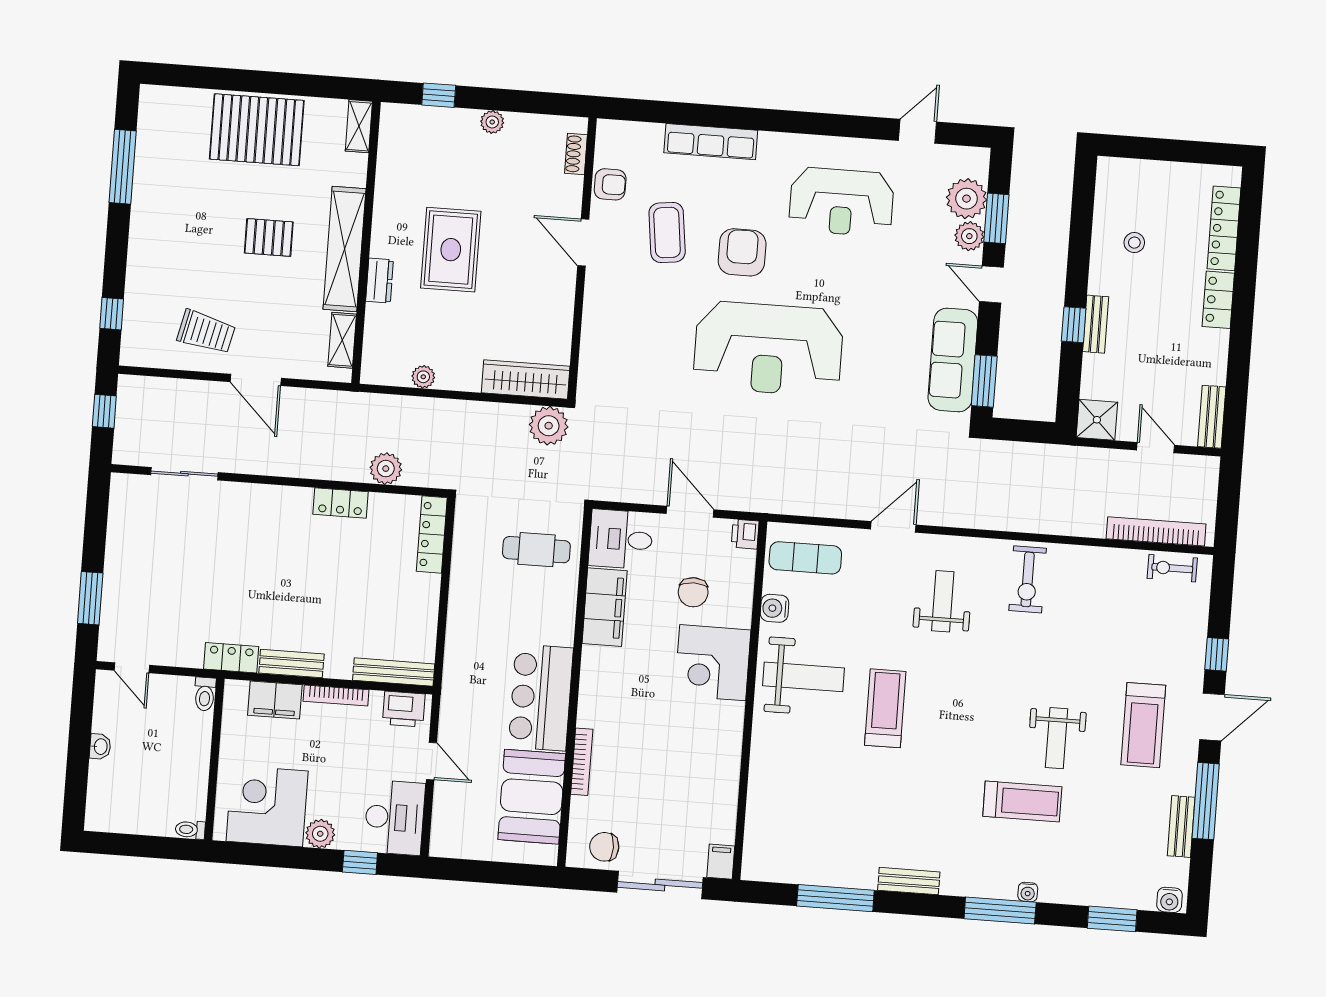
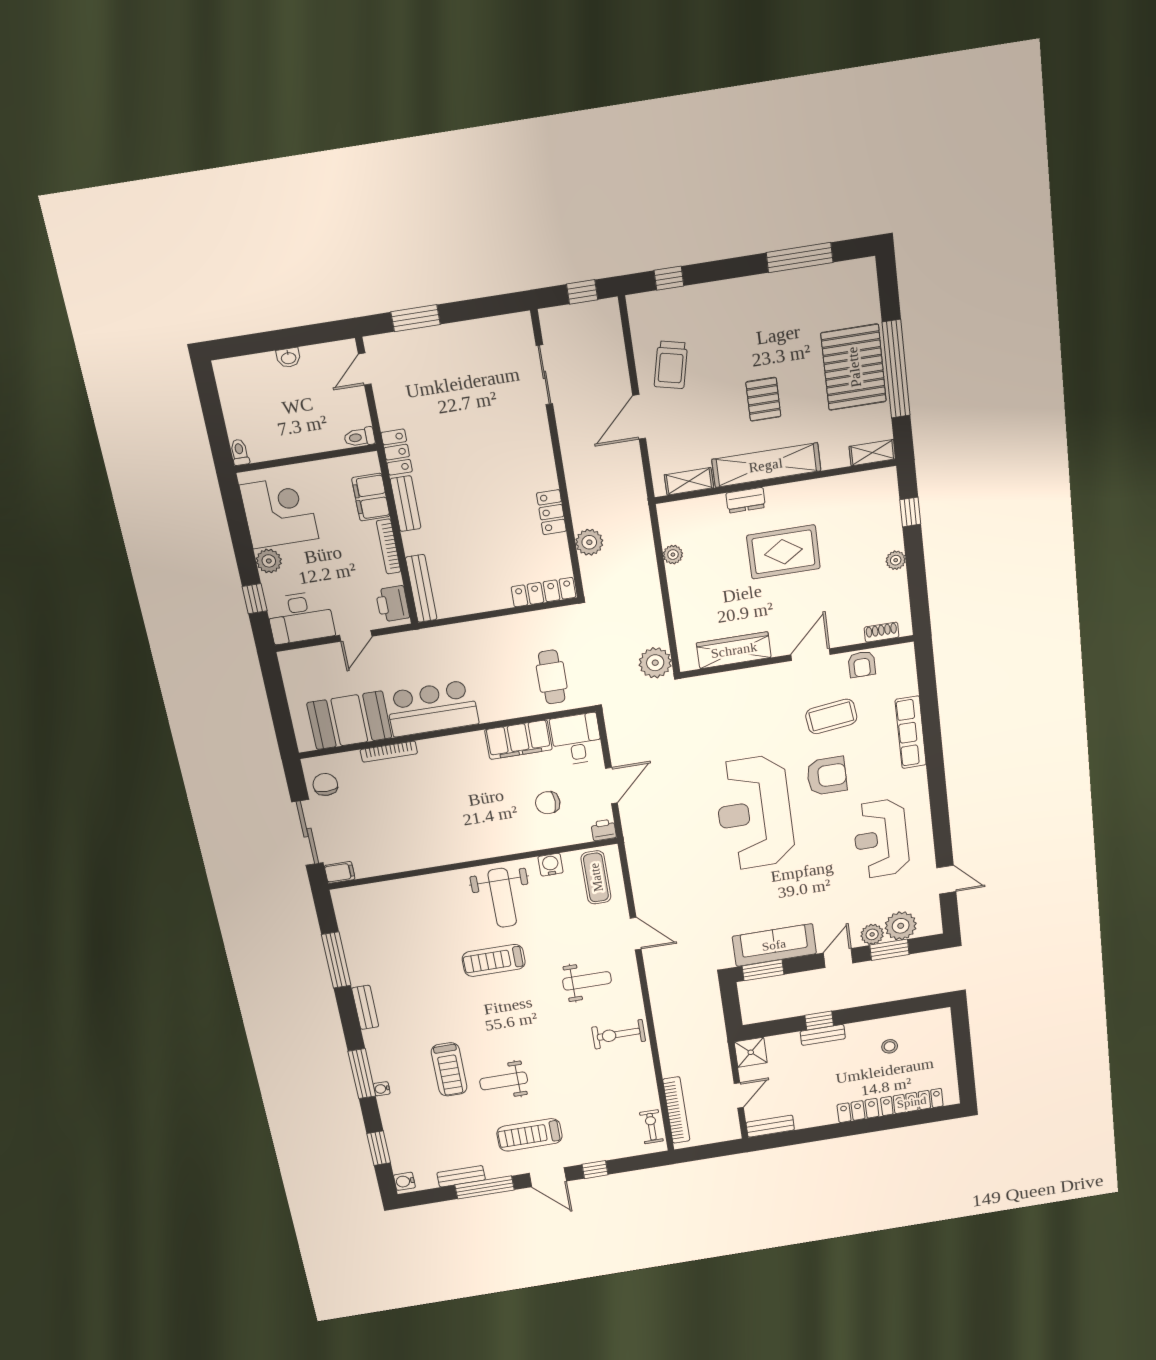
window: (270, 83) -> (896, 369), added
wardrobe: (526, 379) -> (734, 650), moved, turned -90
corner desk: (713, 663) -> (496, 830), removed
treadmill: (885, 708) -> (494, 960), turned 180

